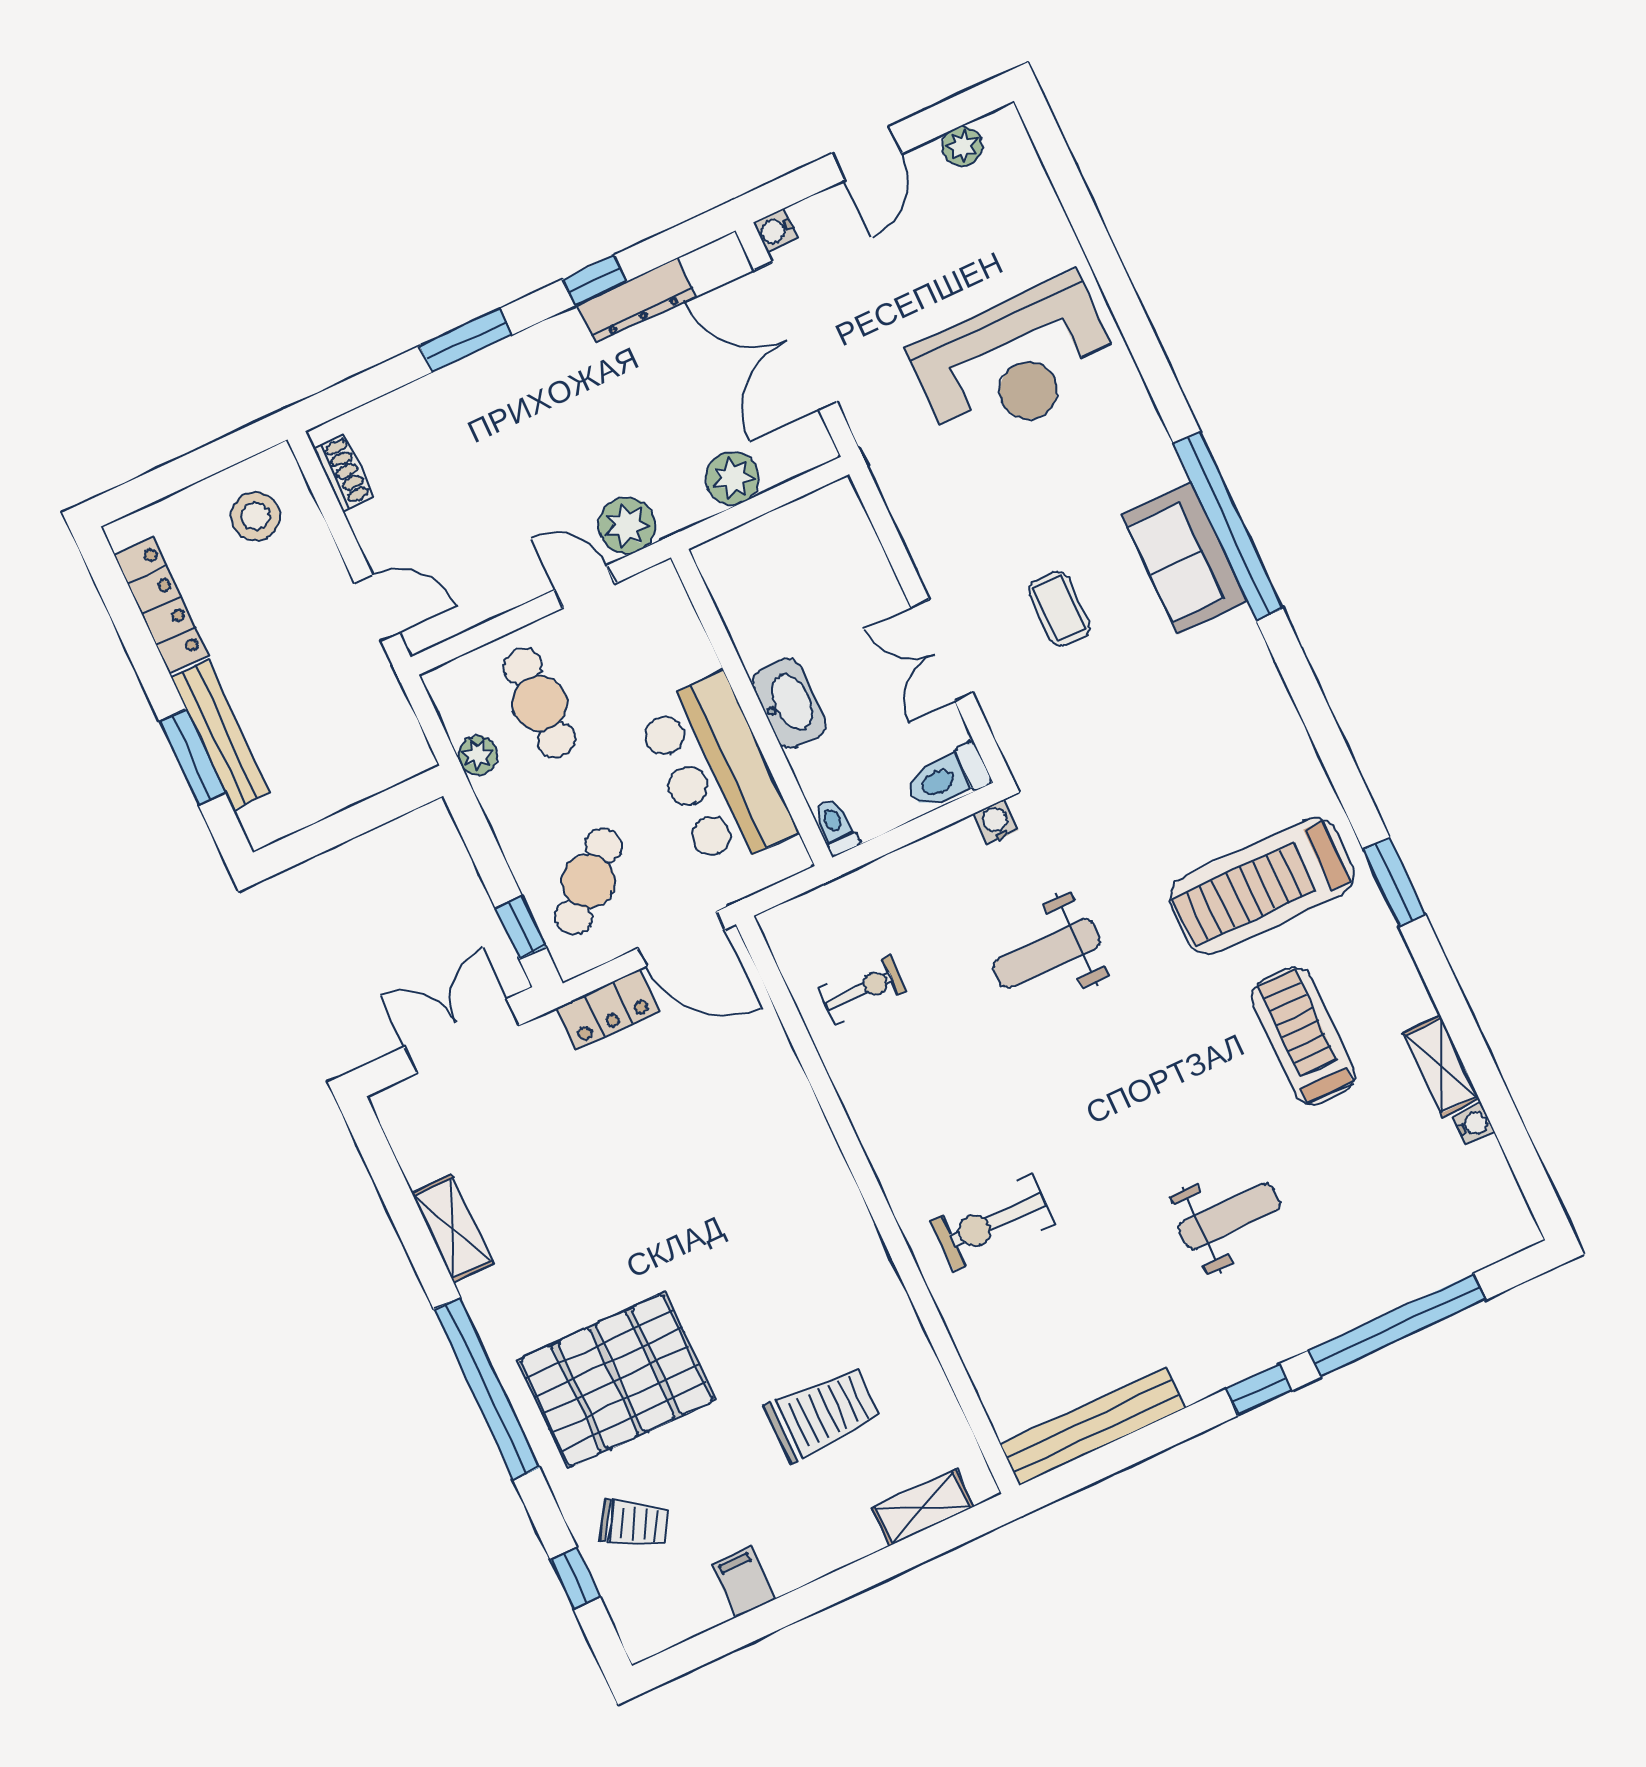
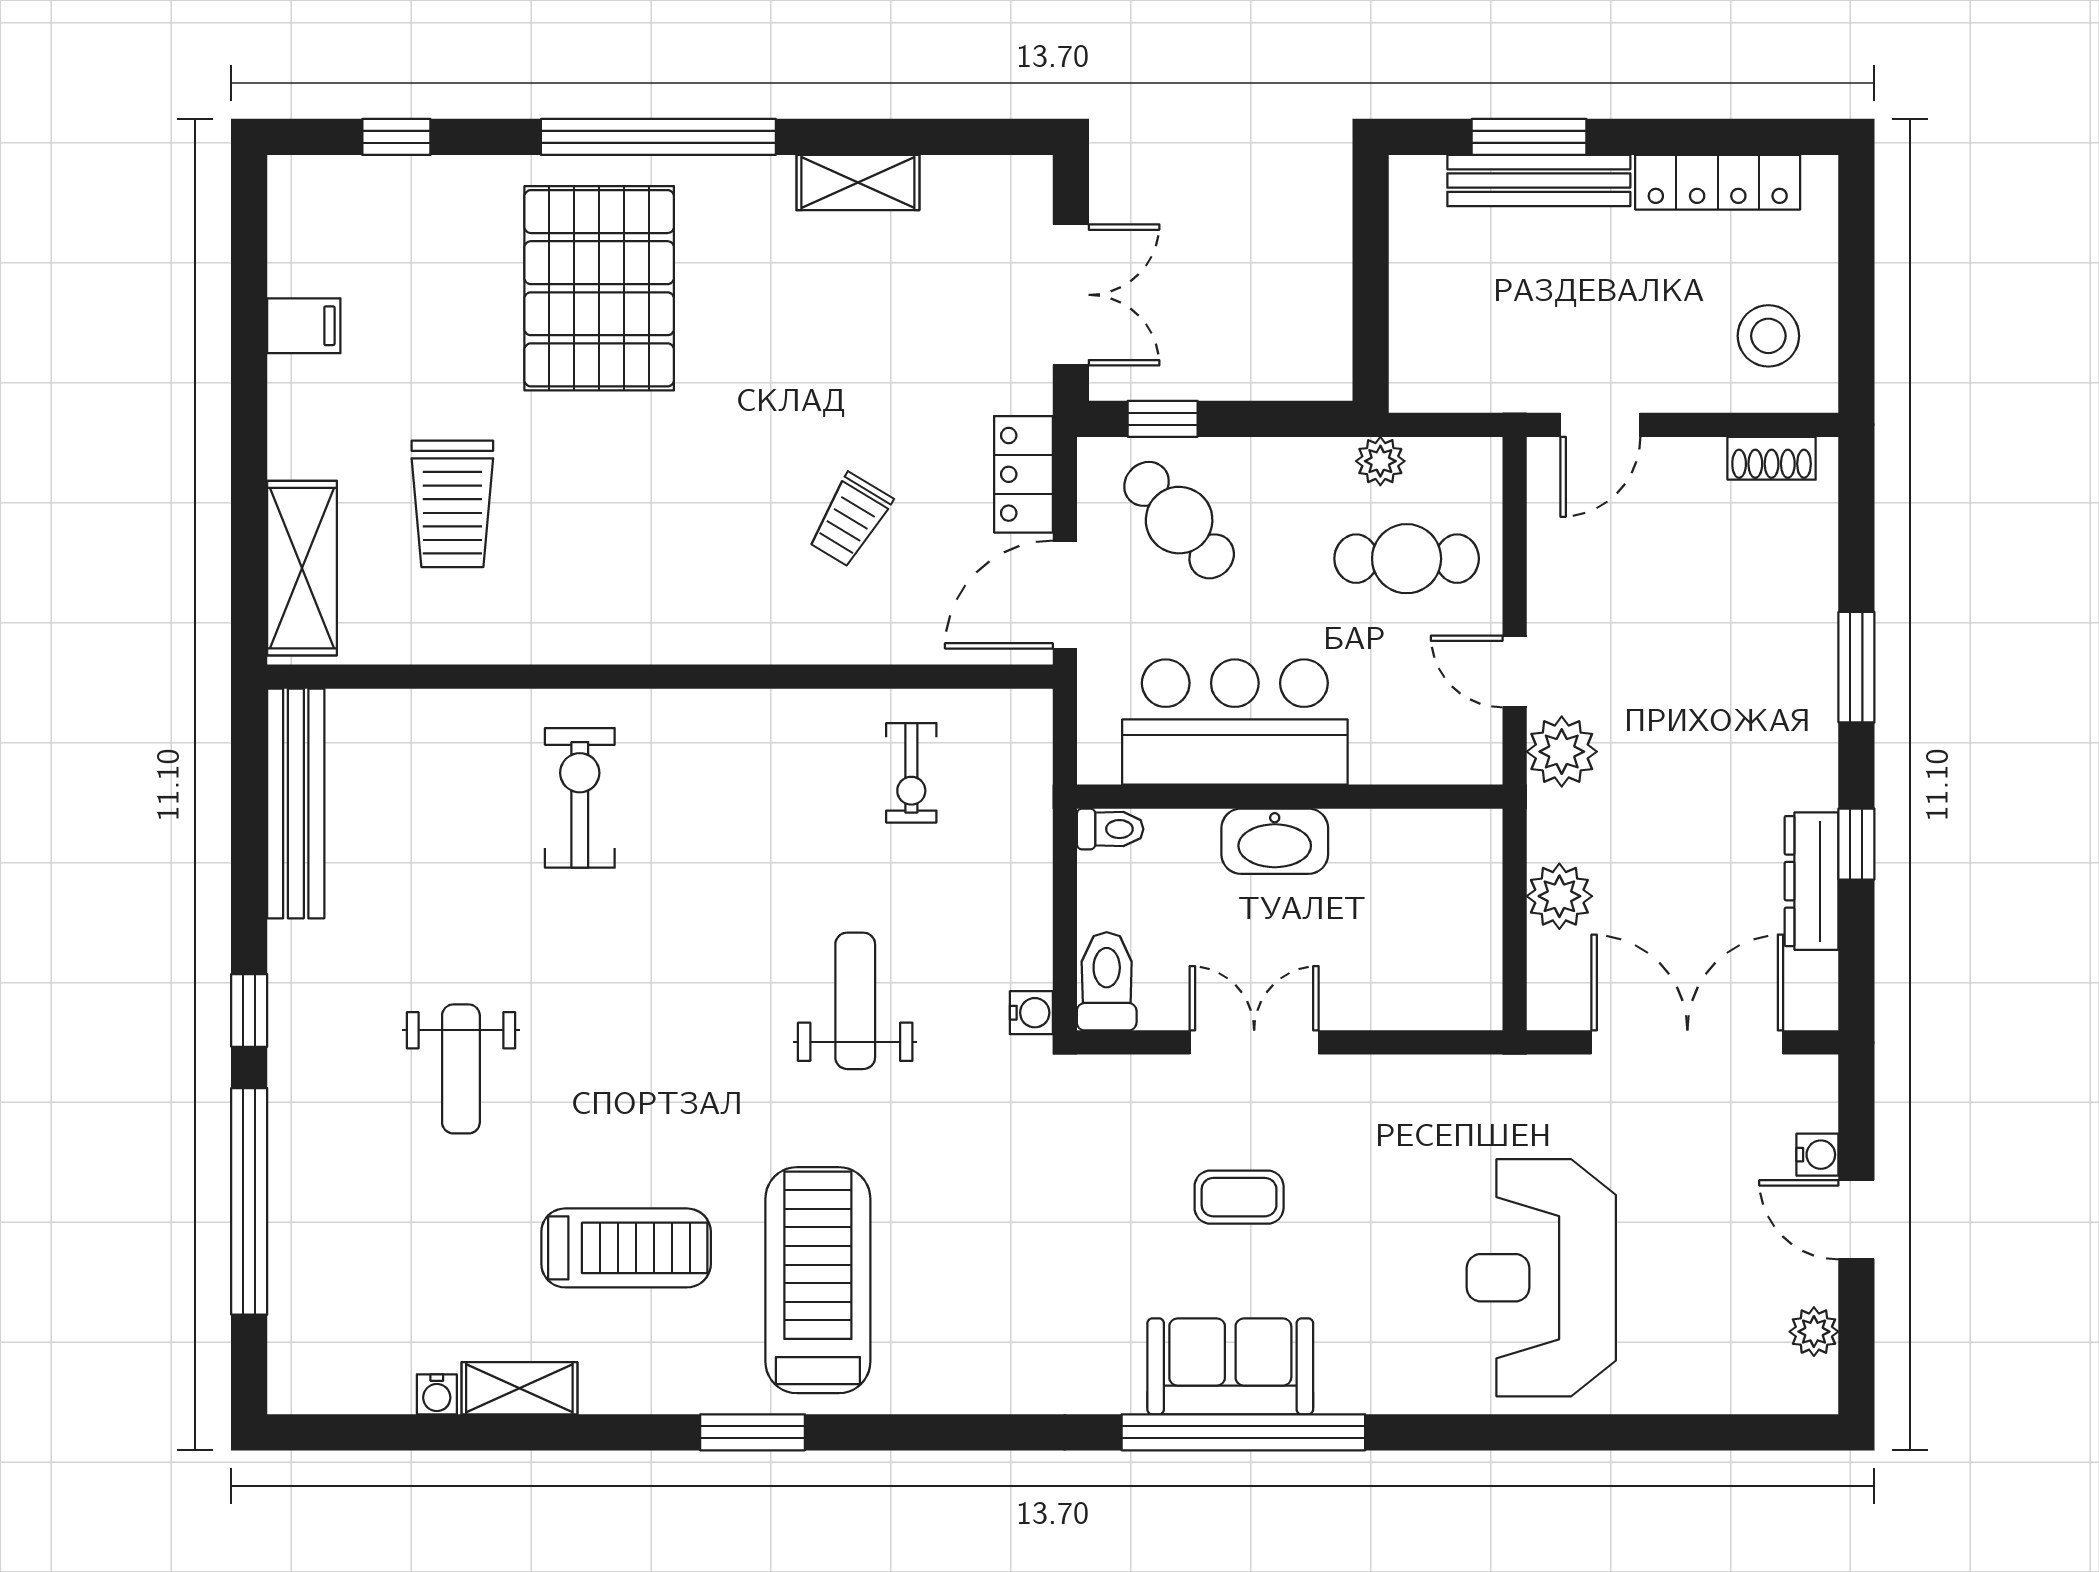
water cooler: (775, 230) -> (1817, 1155), moved, turned 90
door: (585, 587) -> (1515, 671), swing flipped
shelving: (923, 1507) -> (302, 568), width x1.50, depth x1.33
trolley: (635, 1523) -> (850, 520), moved

